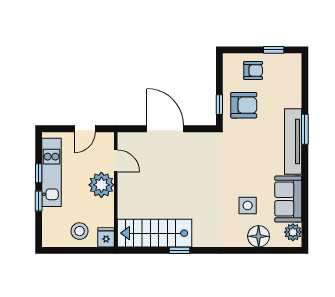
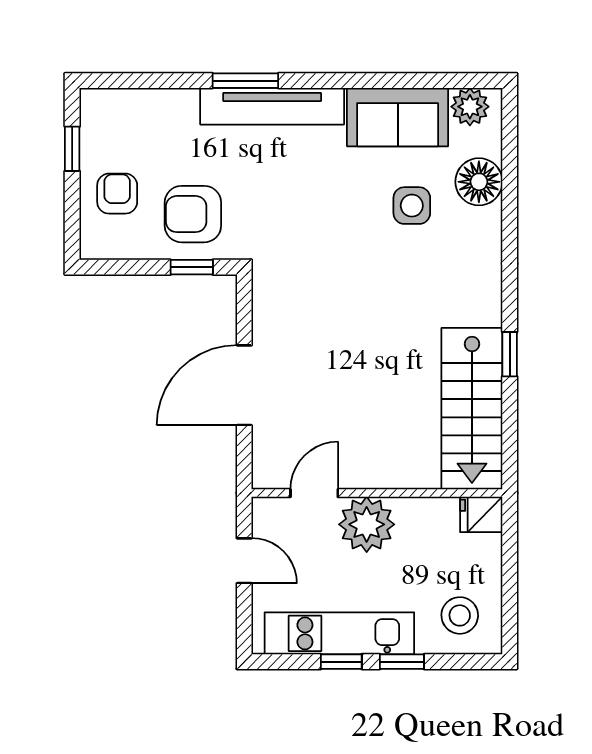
armchair: (244, 105) -> (193, 214), turned -90
stool: (80, 231) -> (460, 615), moved

